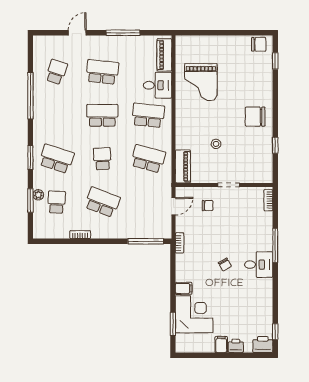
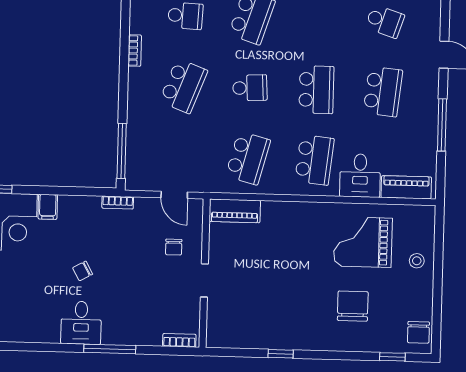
chair: (255, 117) -> (353, 306), moved
stool: (216, 144) -> (417, 261), moved
window: (275, 145) -> (281, 354), moved

